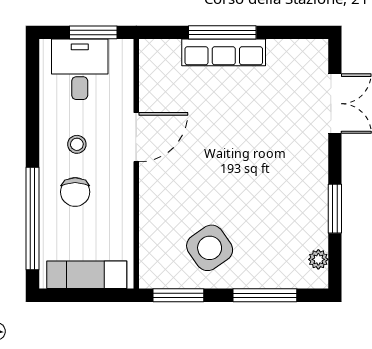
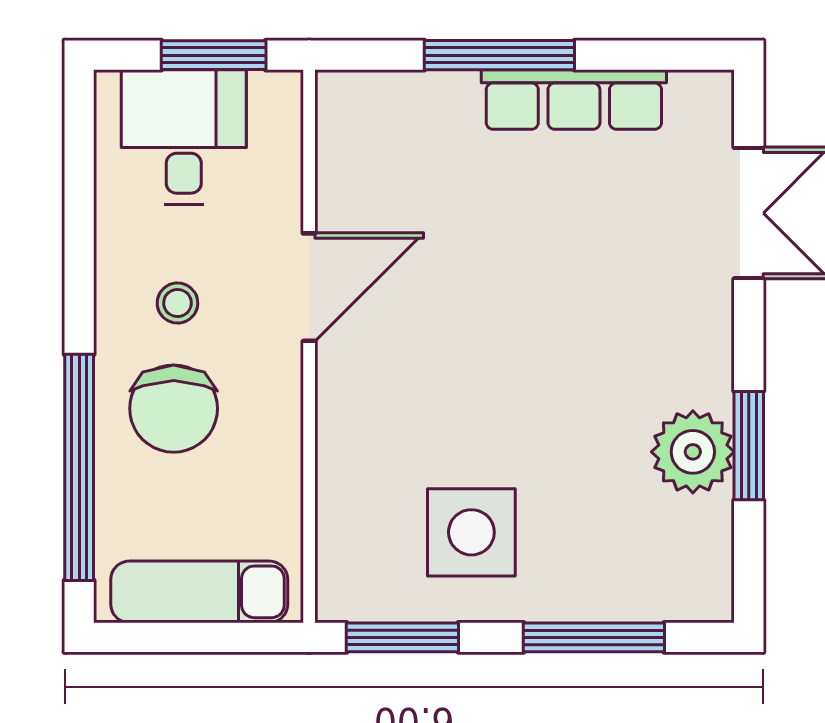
row of seats: (224, 52) -> (574, 100), moved
chair: (75, 192) -> (174, 409), width x1.37, depth x1.37
side table: (210, 248) -> (471, 532), turned 35
plant: (318, 259) -> (693, 452), moved, width x1.87, depth x1.87

